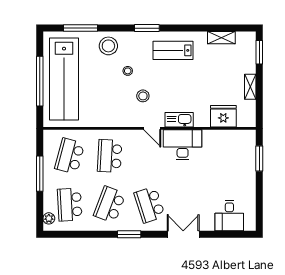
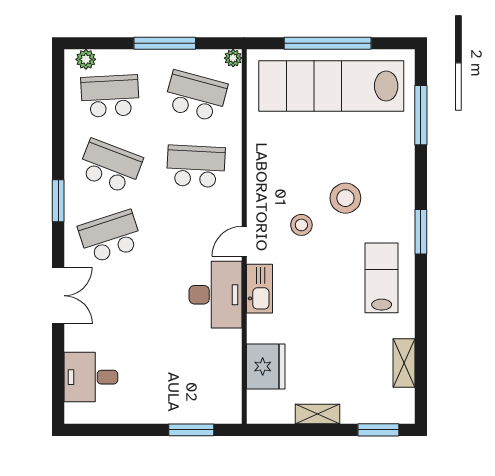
stool: (108, 46) -> (389, 164), removed
stool: (128, 71) -> (345, 198), width x1.89, depth x1.89
plant: (48, 135) -> (233, 58), added

